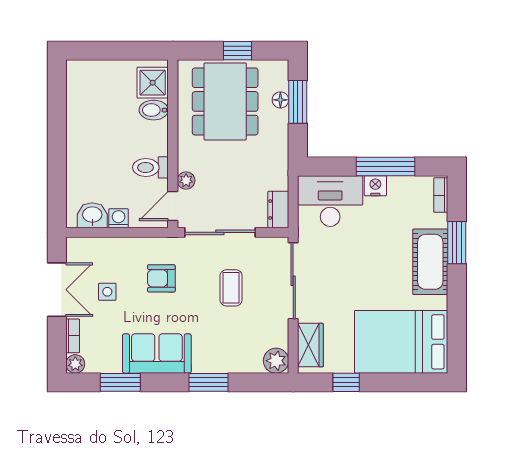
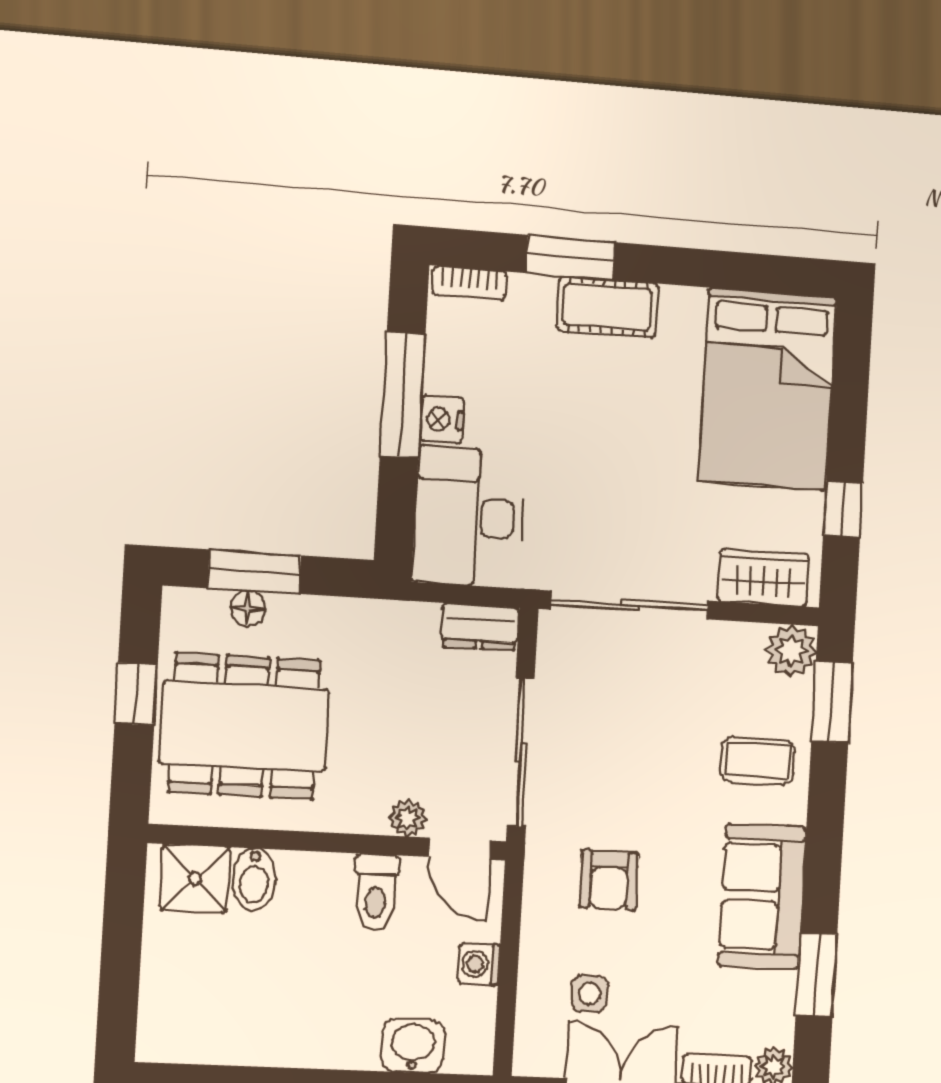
washbasin: (92, 215) -> (413, 1046), moved, turned 90
cot: (430, 262) -> (608, 307), width x0.73, depth x0.75
coffee table: (231, 288) -> (758, 761), moved
side table: (107, 292) -> (590, 994), moved
window: (209, 382) -> (832, 702), moved

